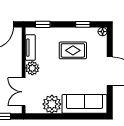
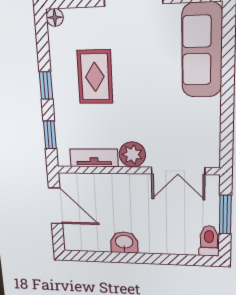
window: (83, 24) -> (46, 85), moved
plant: (52, 104) -> (202, 117), removed

